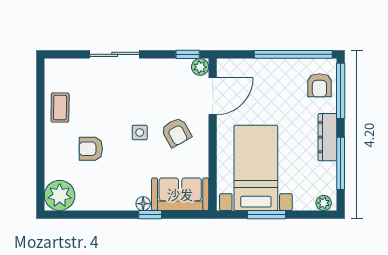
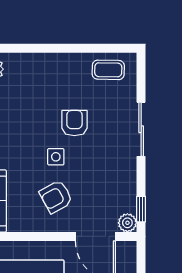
coffee table: (60, 108) -> (108, 70), moved
armchair: (91, 149) -> (74, 123), moved

